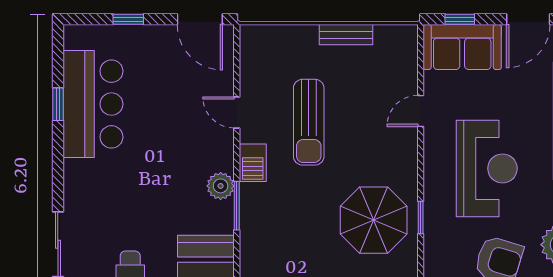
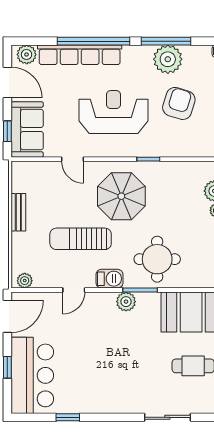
plant: (250, 44) -> (25, 281), added
bar counter: (93, 104) -> (32, 375), moved, turned 90
sun lounger: (309, 122) -> (81, 239), turned 180
parasol: (374, 220) -> (121, 196), moved
round table: (280, 230) -> (157, 259), added

